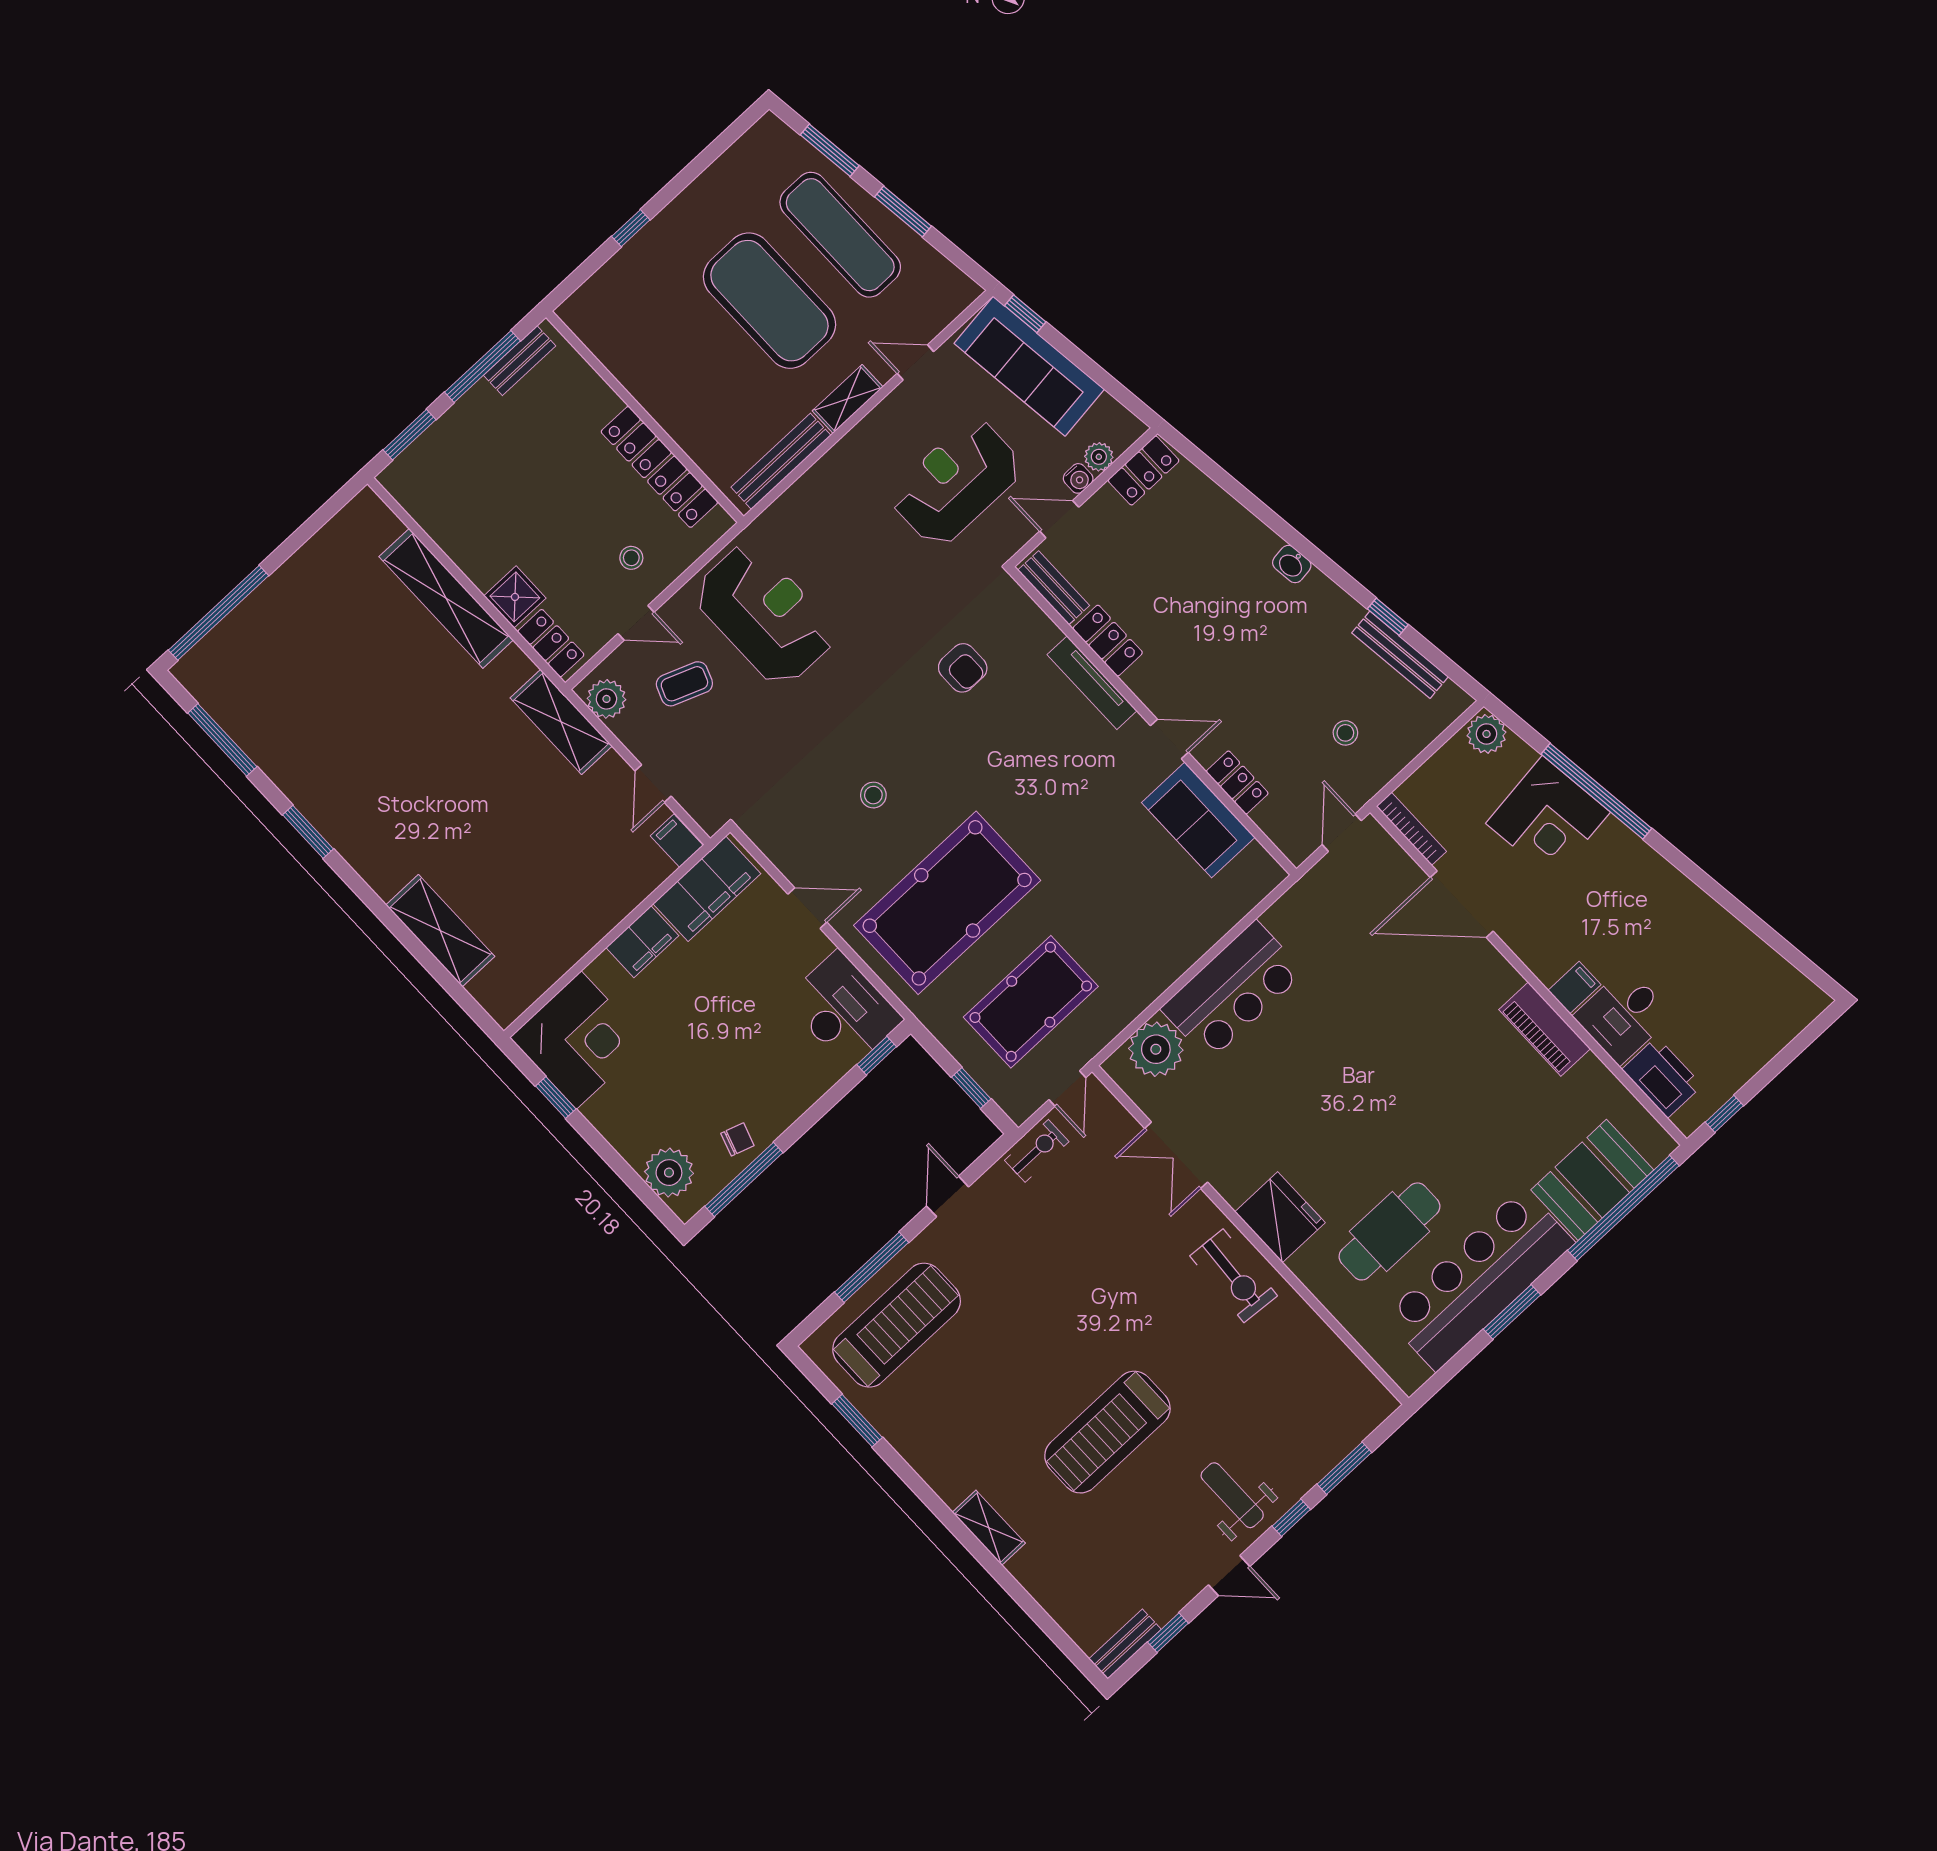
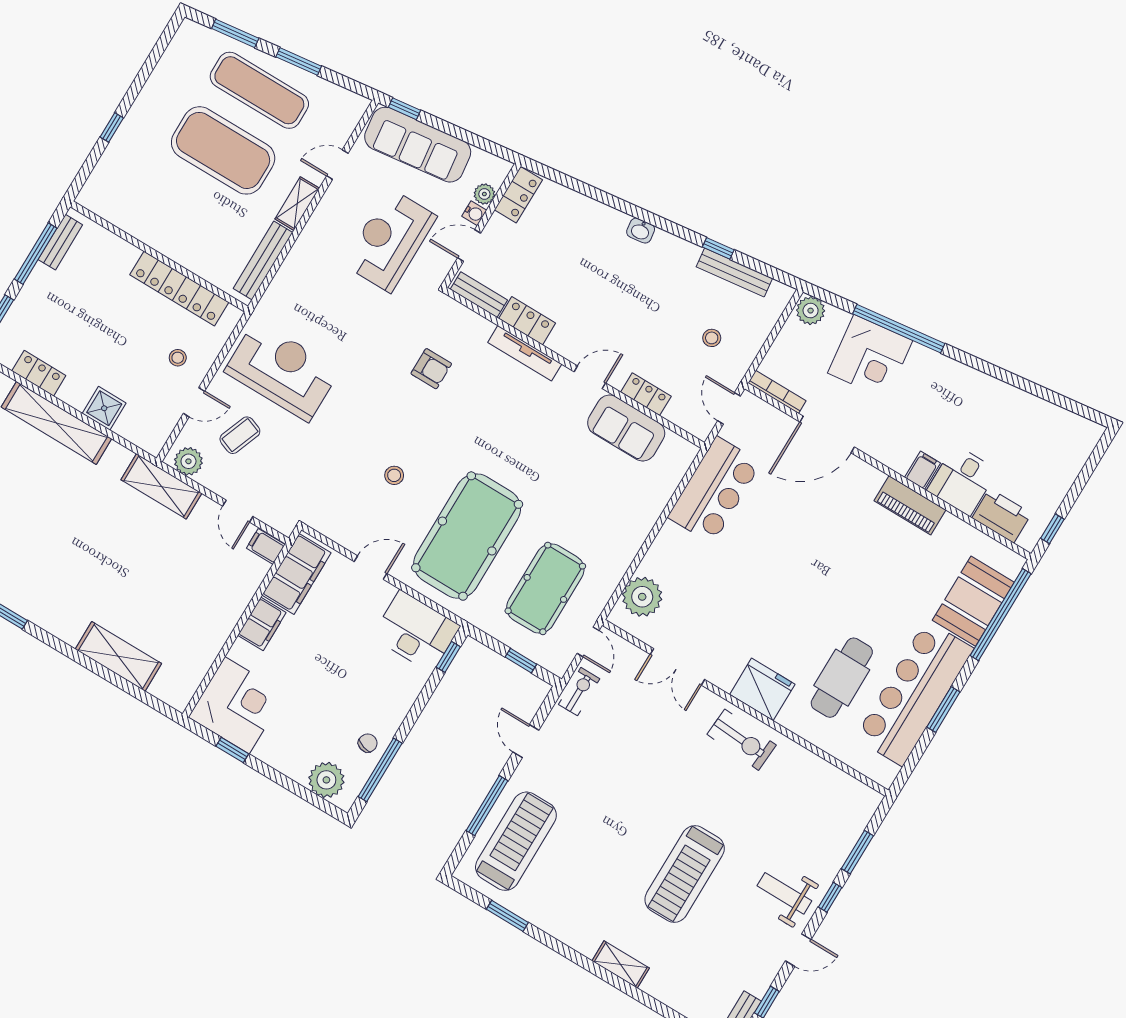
locker: (551, 643) -> (39, 373), moved
bar counter: (1233, 990) -> (714, 490), moved

